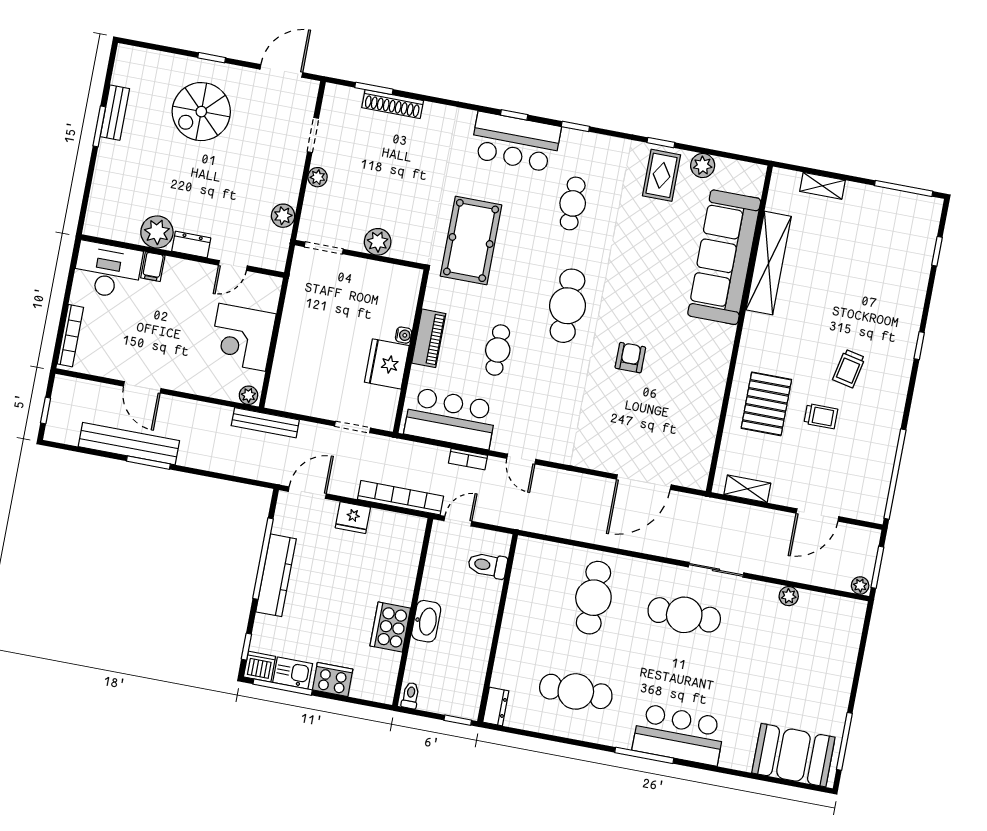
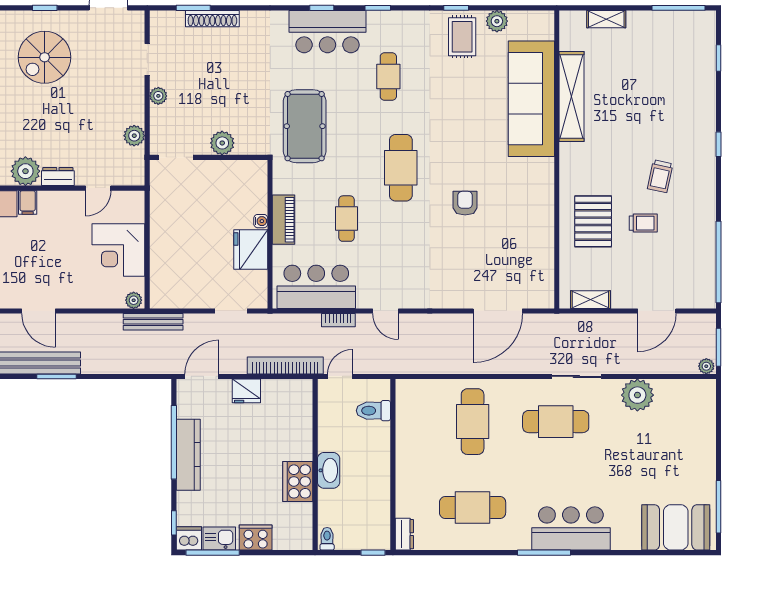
plant: (789, 596) -> (637, 395), width x1.88, depth x1.88

